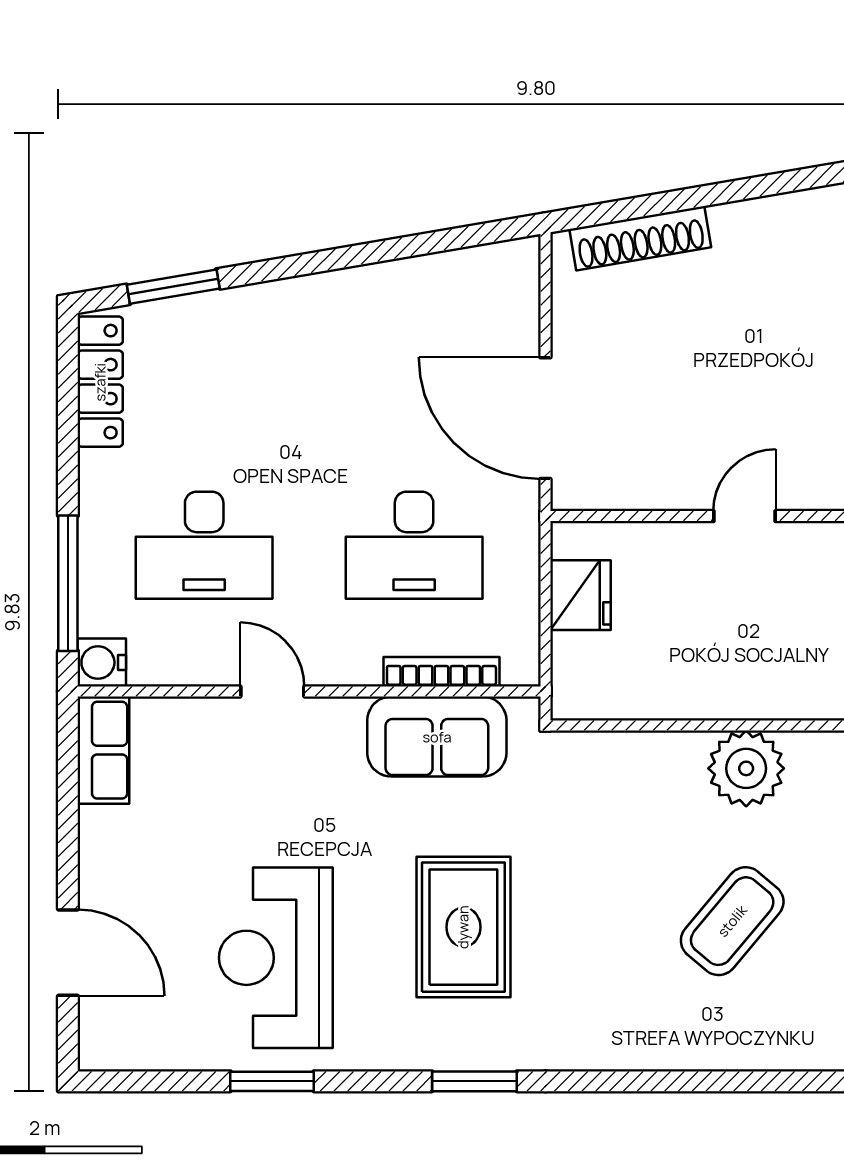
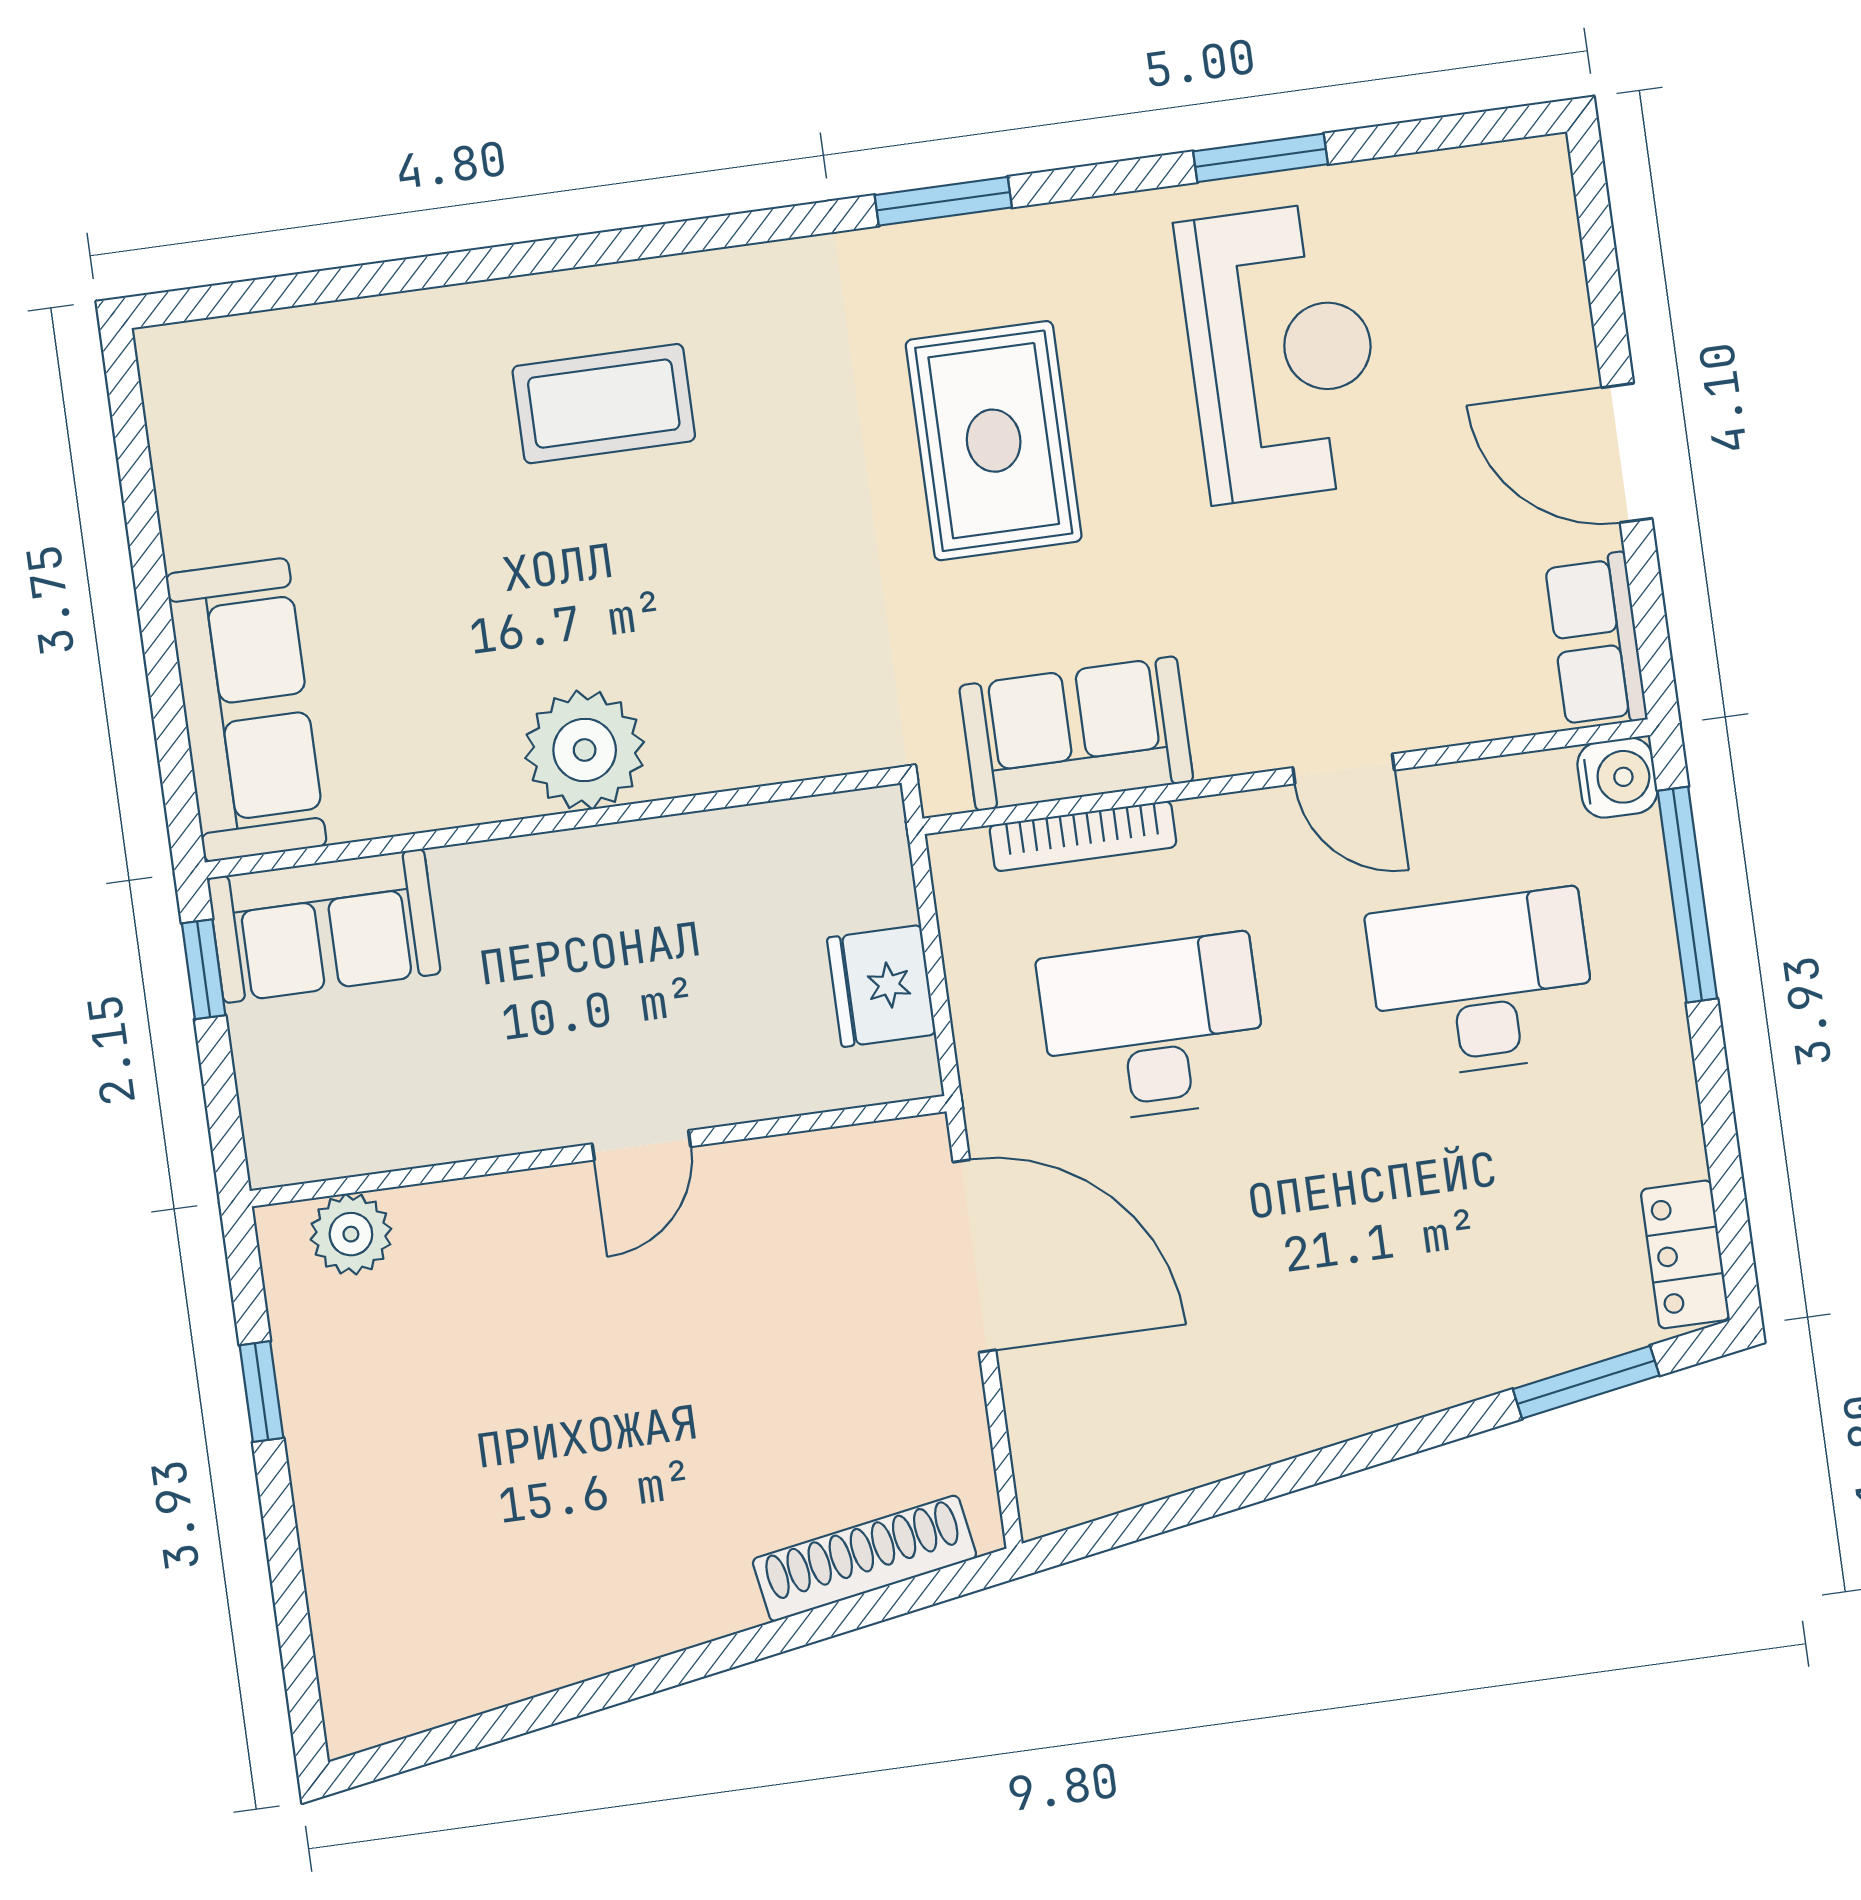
locker: (100, 382) -> (1685, 1254), width x0.66
coffee table: (732, 921) -> (604, 404), moved, turned 50
door: (68, 953) -> (1627, 453), moved

